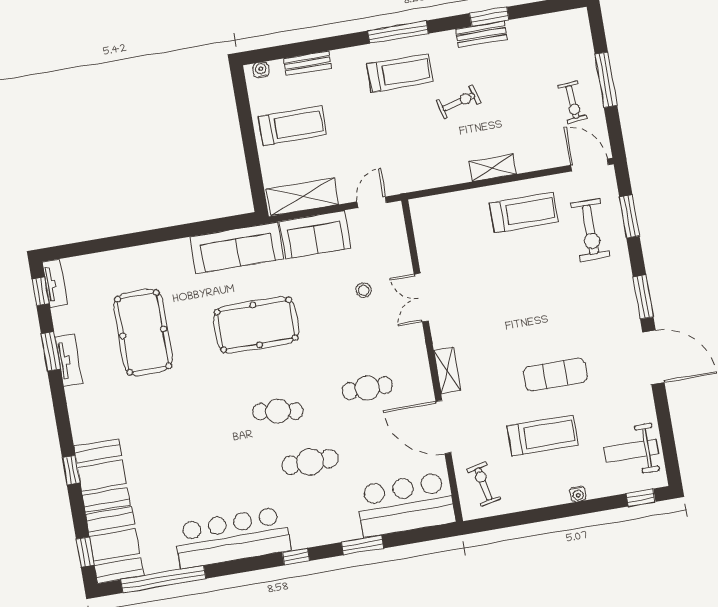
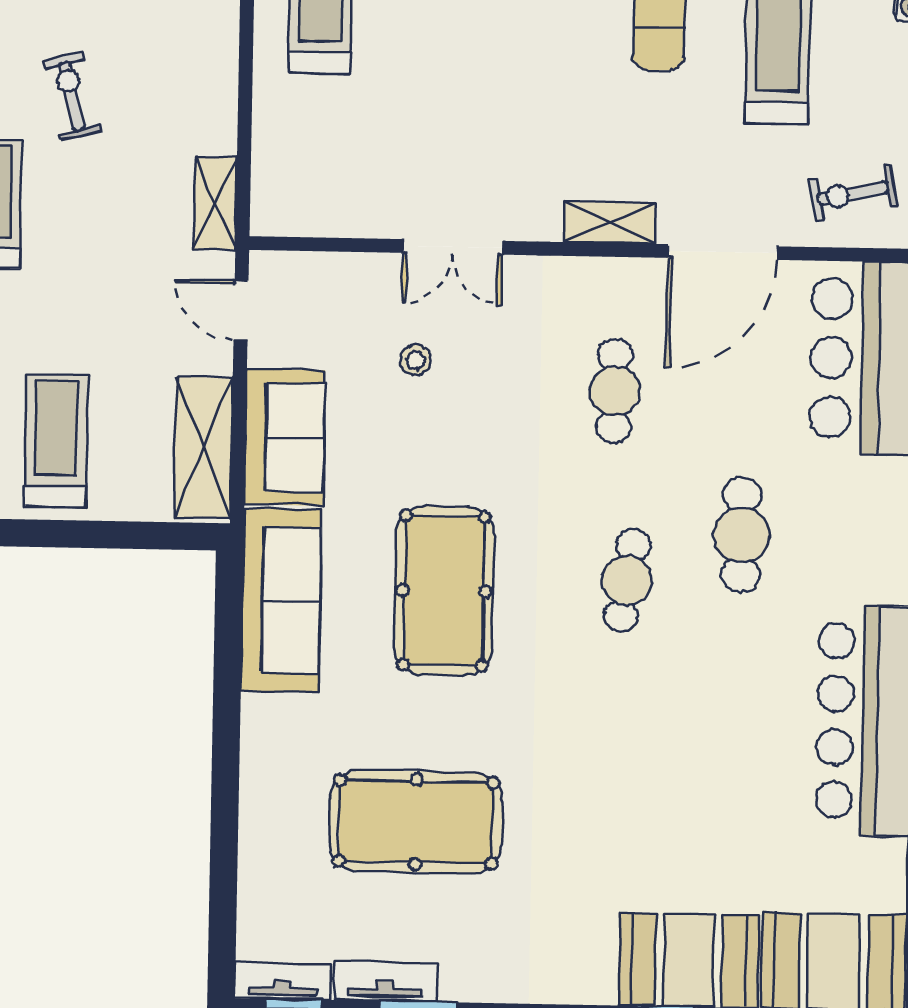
shelving: (493, 168) -> (215, 203), moved
tv unit: (69, 360) -> (385, 981), moved

